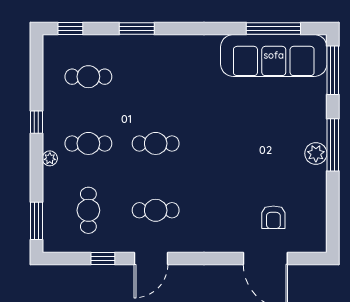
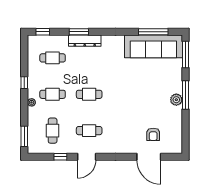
dresser: (148, 45) -> (85, 41), added

